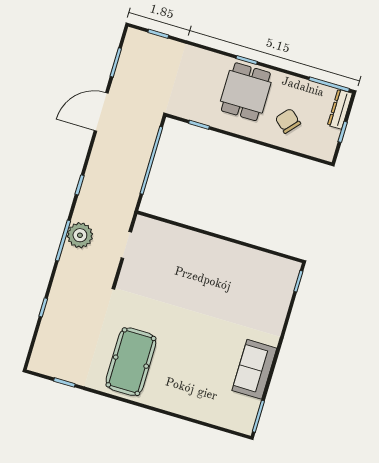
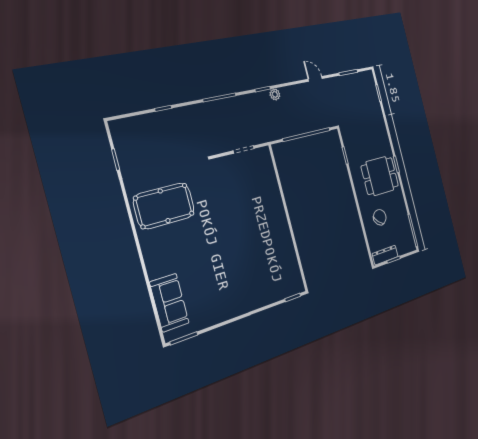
dresser: (340, 109) -> (385, 255), moved
door: (101, 112) -> (315, 79), width x0.53
plant: (80, 235) -> (275, 94), moved, width x0.53, depth x0.53
sofa: (254, 369) -> (169, 303), moved, turned 90

